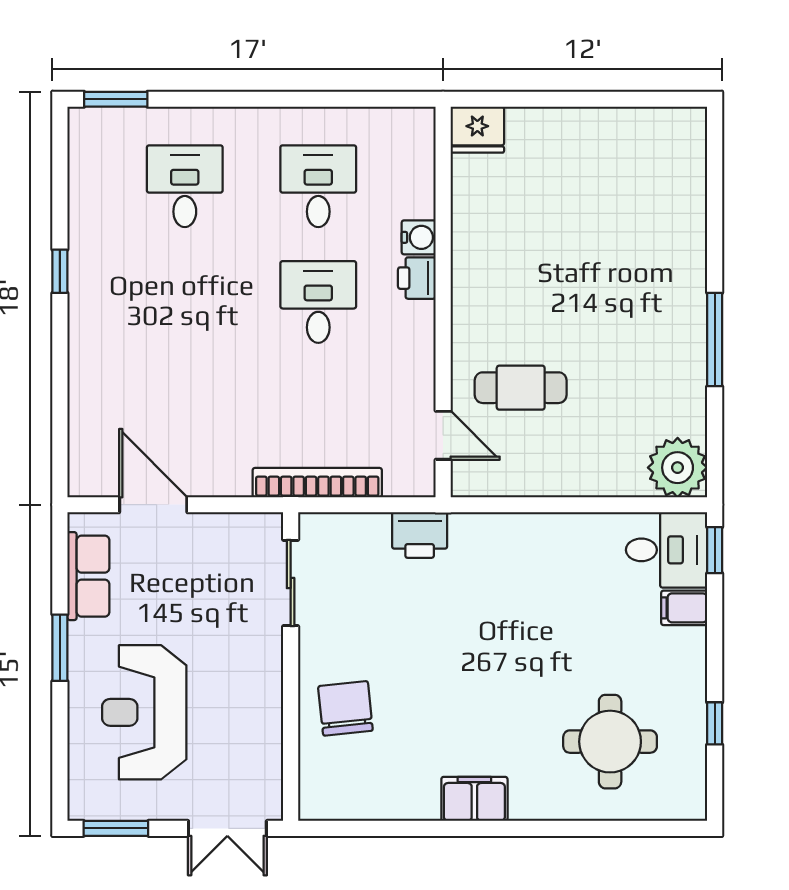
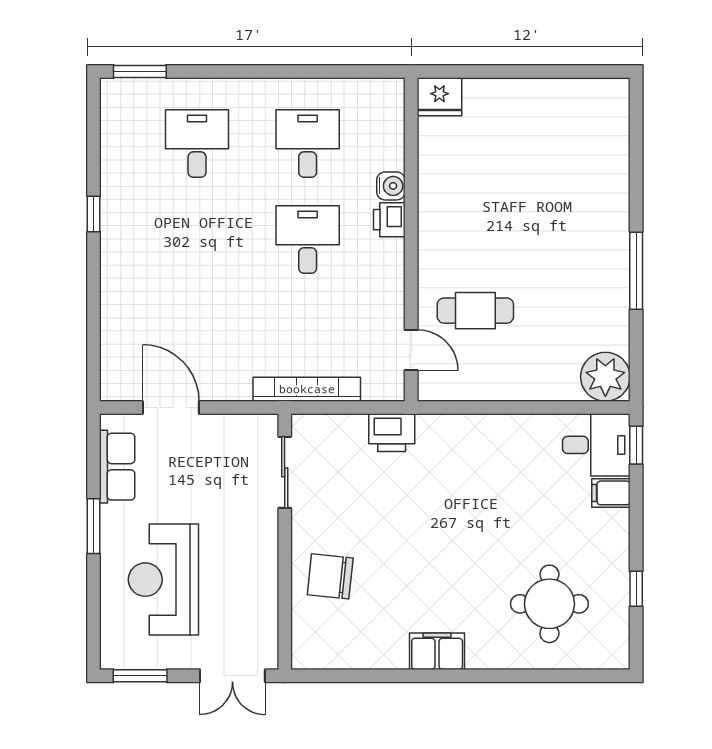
chair: (345, 708) -> (330, 576), turned -78

